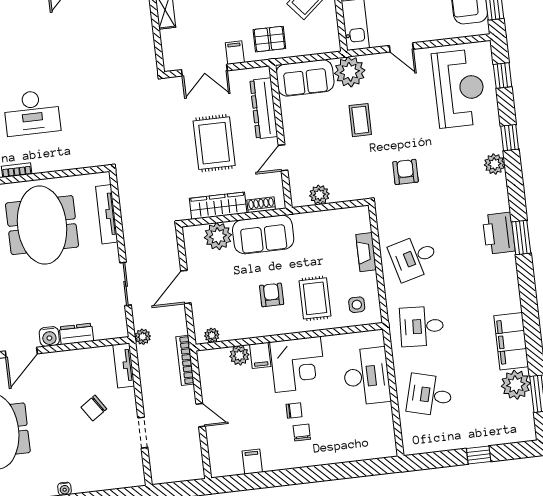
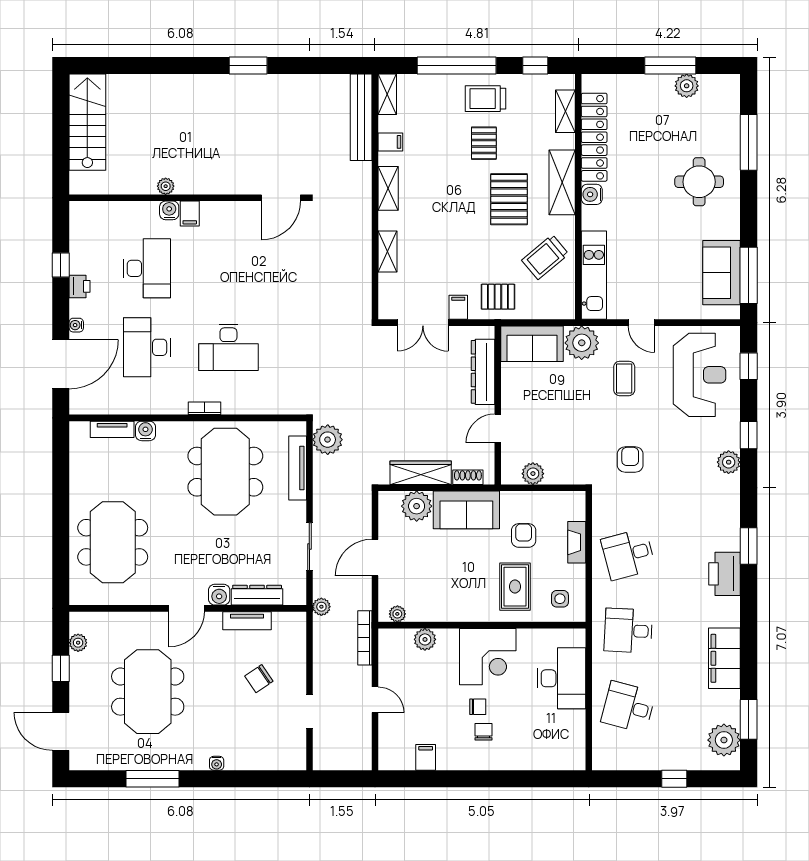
coffee table: (360, 120) -> (624, 378), moved
rug: (214, 143) -> (424, 404), removed
plant: (131, 186) -> (328, 440), added
printer: (499, 233) -> (724, 574), moved
armchair: (272, 295) -> (524, 535), moved
dresser: (76, 334) -> (257, 595), width x1.44
filing cabinet: (260, 355) -> (448, 642), removed
tv unit: (124, 365) -> (247, 621), moved, turned -90
plant: (516, 385) -> (724, 740), moved

